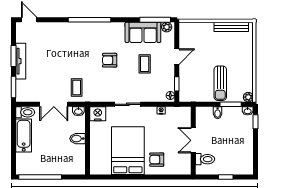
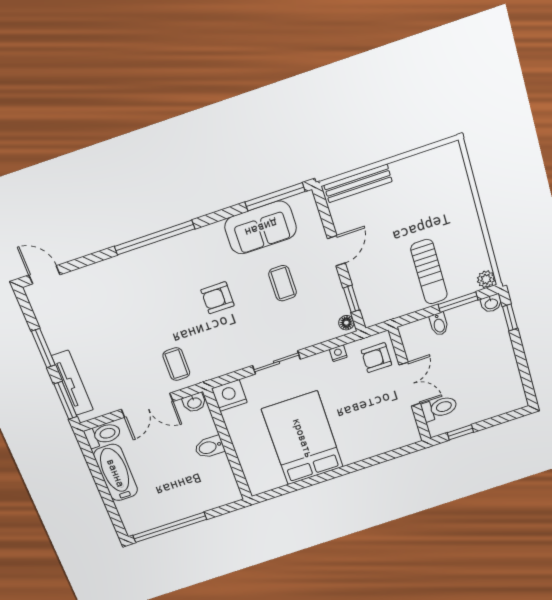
plant: (167, 27) -> (301, 203), removed
bench: (231, 27) -> (358, 183), moved
tv unit: (21, 61) -> (72, 383), moved
double door: (193, 140) -> (410, 384), swing flipped
armchair: (157, 160) -> (376, 358), moved
window: (226, 177) -> (460, 432), moved

